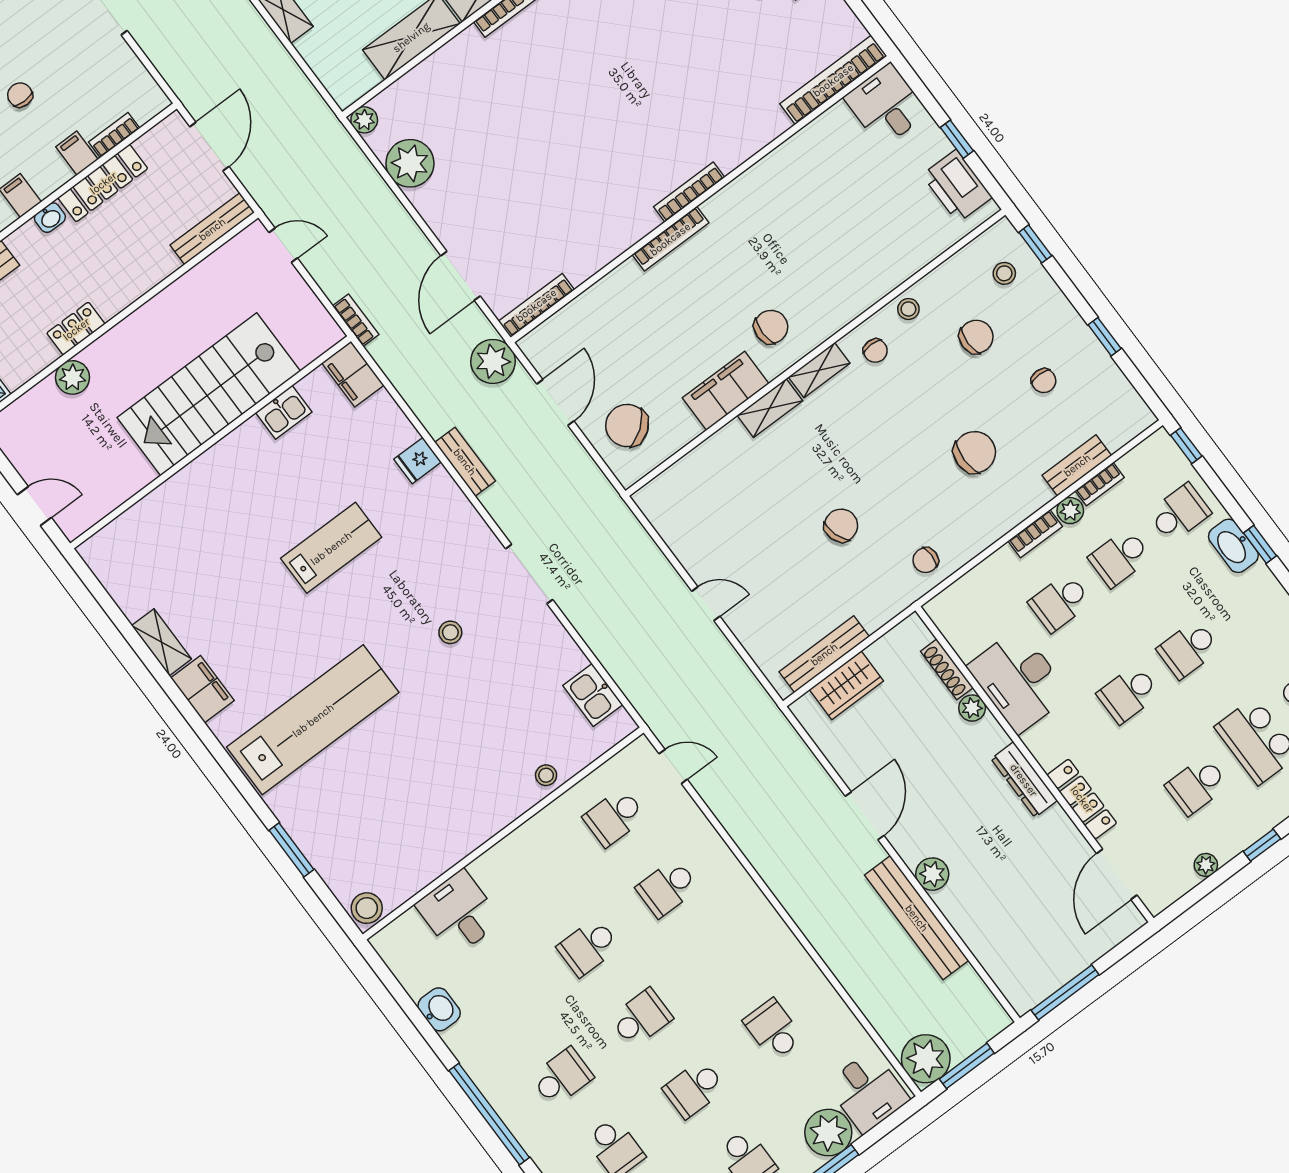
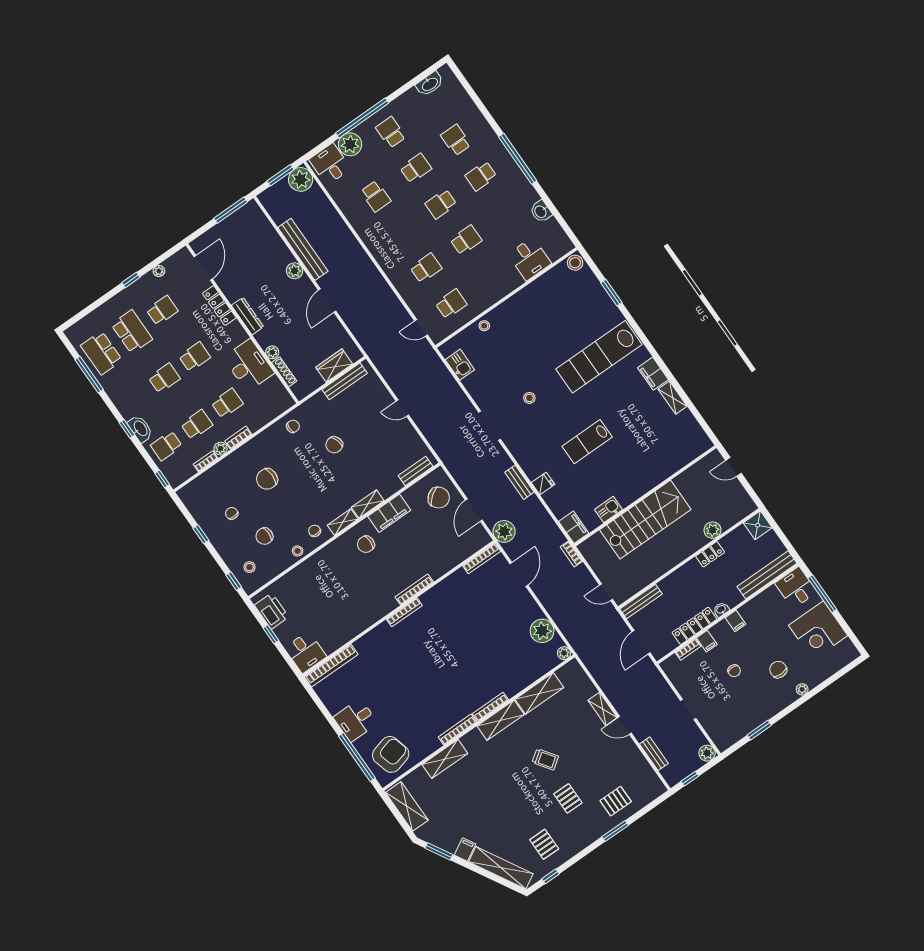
bench: (1077, 465) -> (416, 471), moved

